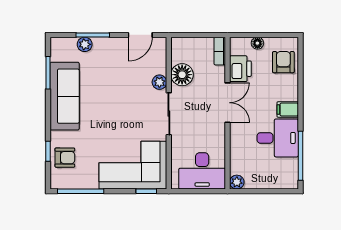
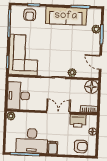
floor lamp: (182, 75) -> (92, 87), moved
double door: (228, 103) -> (58, 112), swing flipped
desk: (278, 138) -> (32, 141), width x1.37

